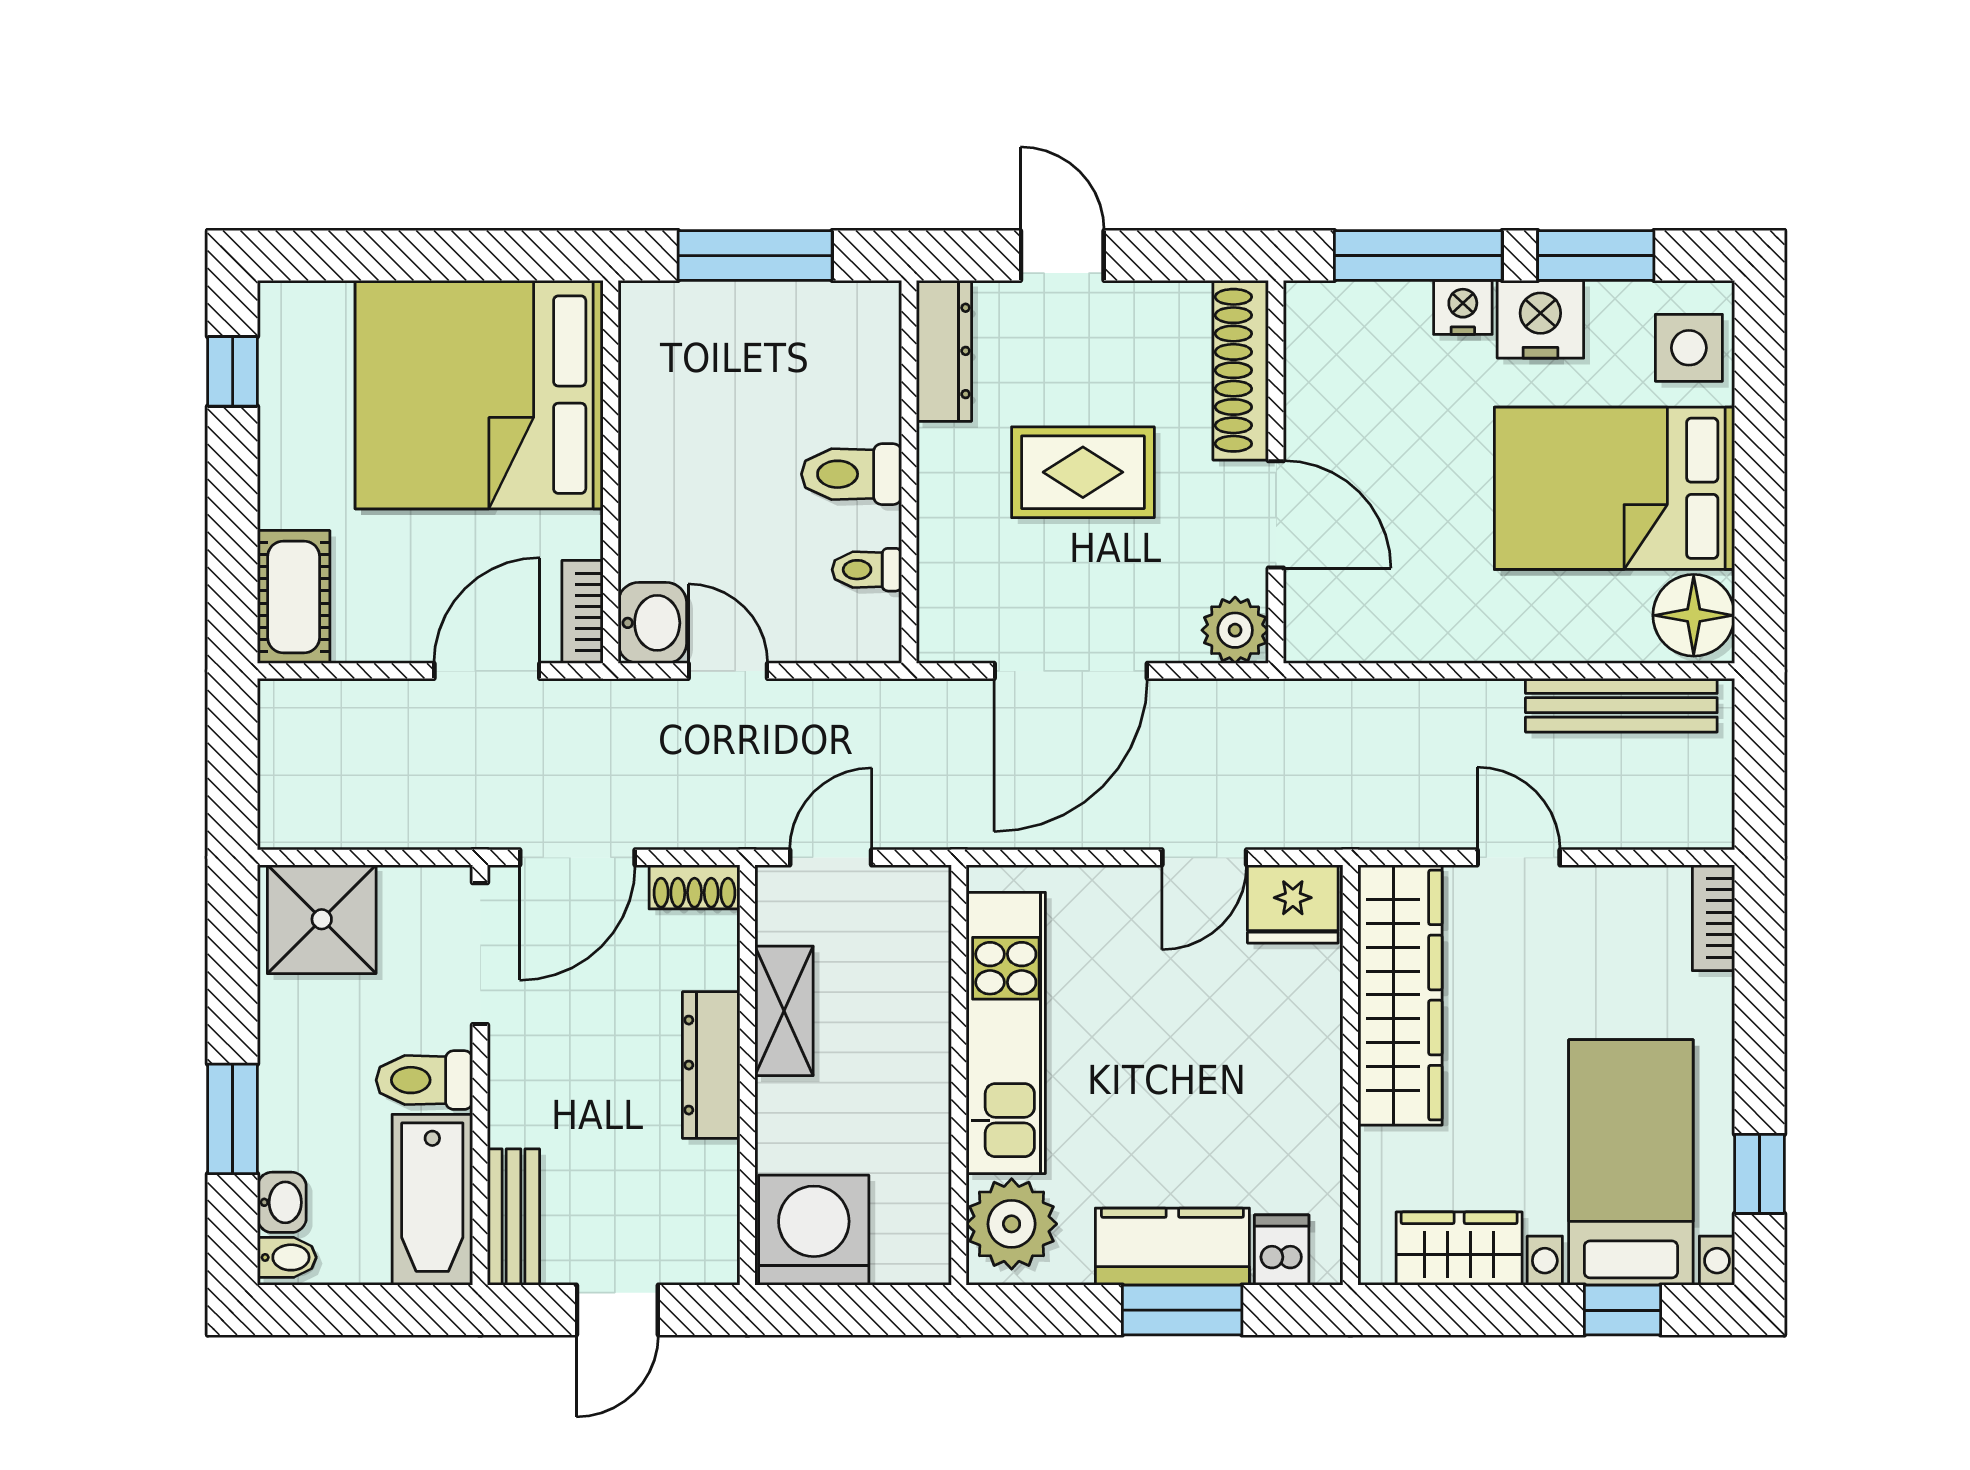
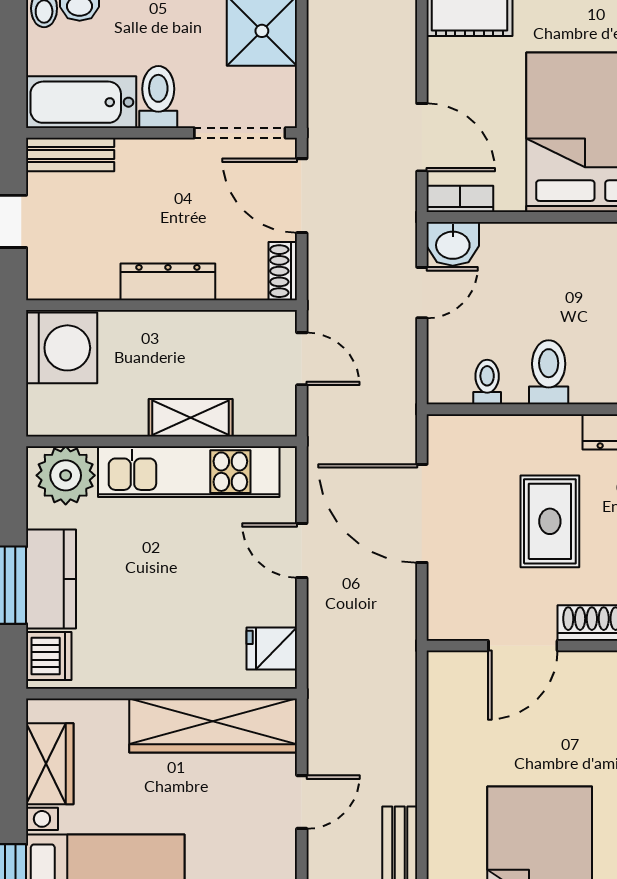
plant: (1235, 630) -> (448, 619), removed
door: (1204, 857) -> (302, 550), moved
fridge: (1293, 904) -> (272, 648), width x0.72
shelving: (784, 1011) -> (191, 418), moved
dishwasher: (1282, 1250) -> (49, 656), width x1.38

